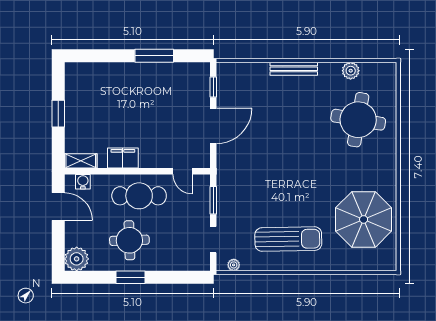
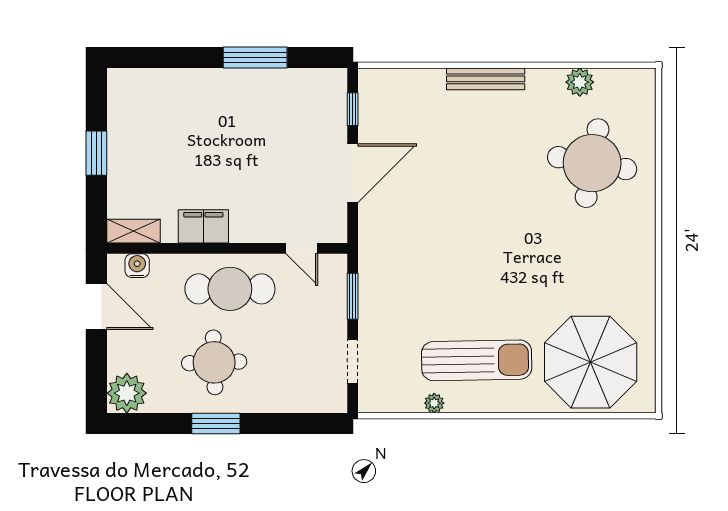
parasol: (364, 219) -> (591, 362), moved
plant: (234, 265) -> (434, 403), moved

